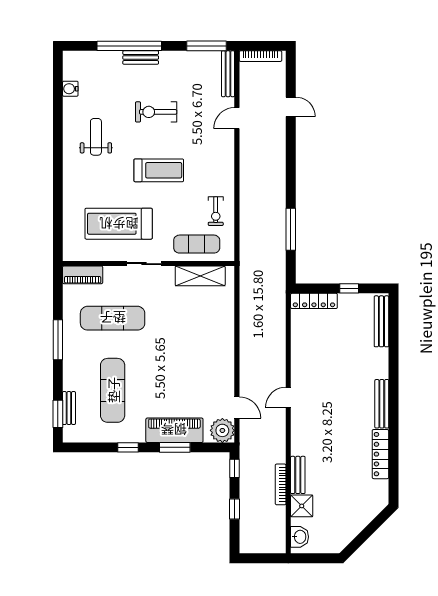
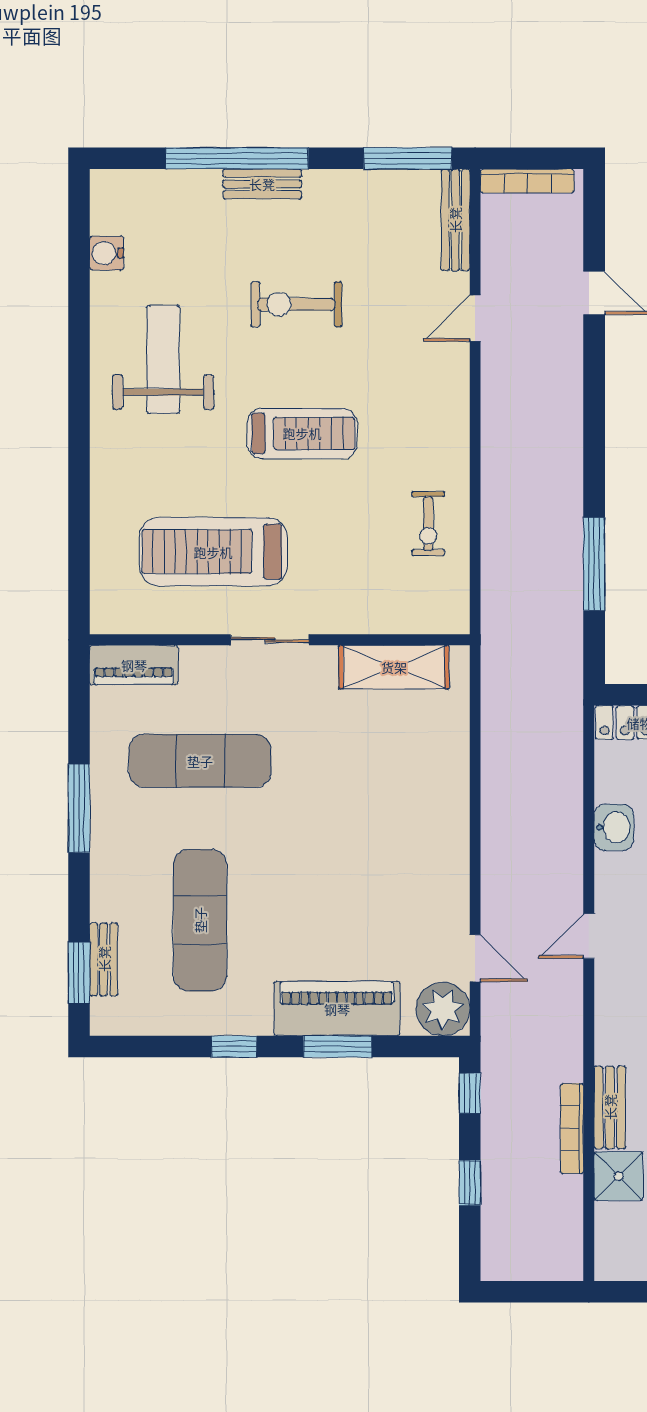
weight bench: (96, 137) -> (163, 359), width x1.36, depth x1.33
exercise mat: (197, 244) -> (386, 597), removed
washbasin: (300, 537) -> (614, 827), moved

